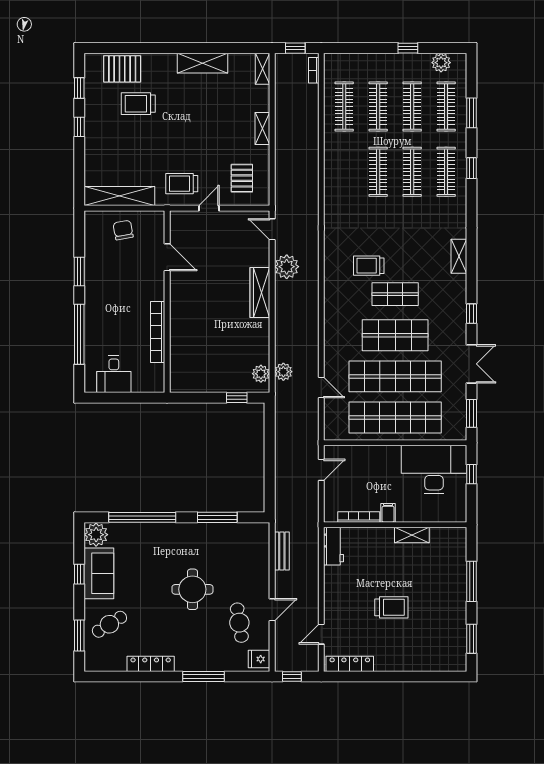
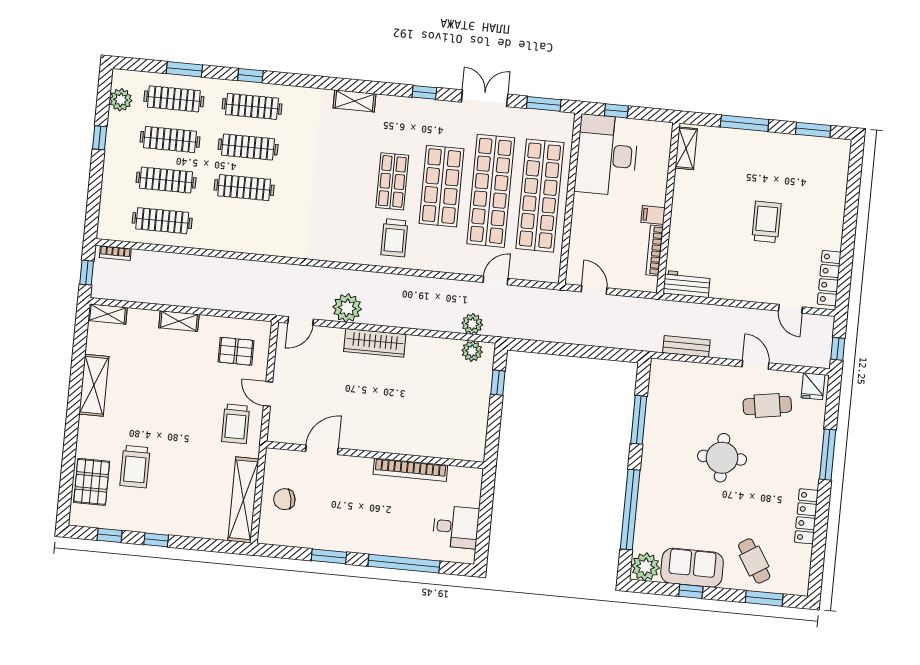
trolley: (369, 266) -> (394, 238), moved
shelving: (412, 535) -> (686, 148), moved

